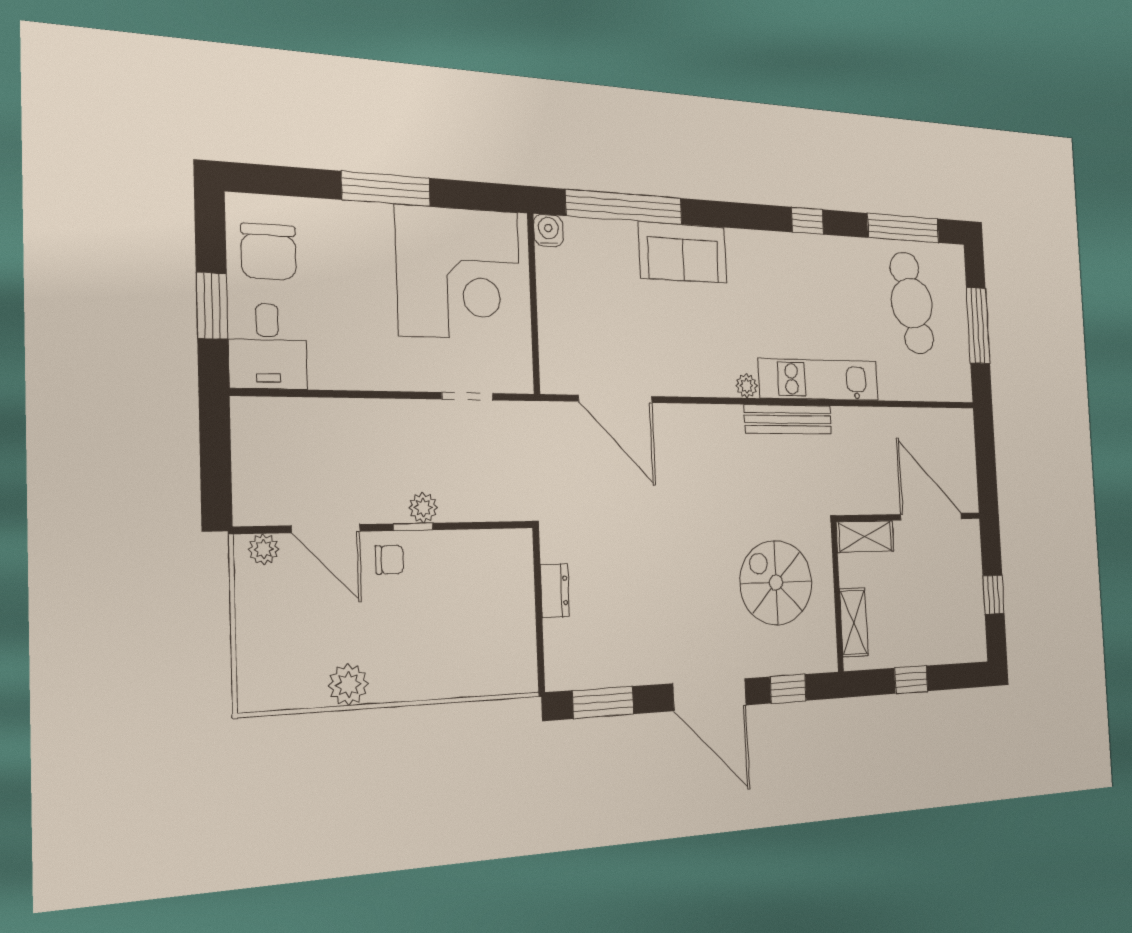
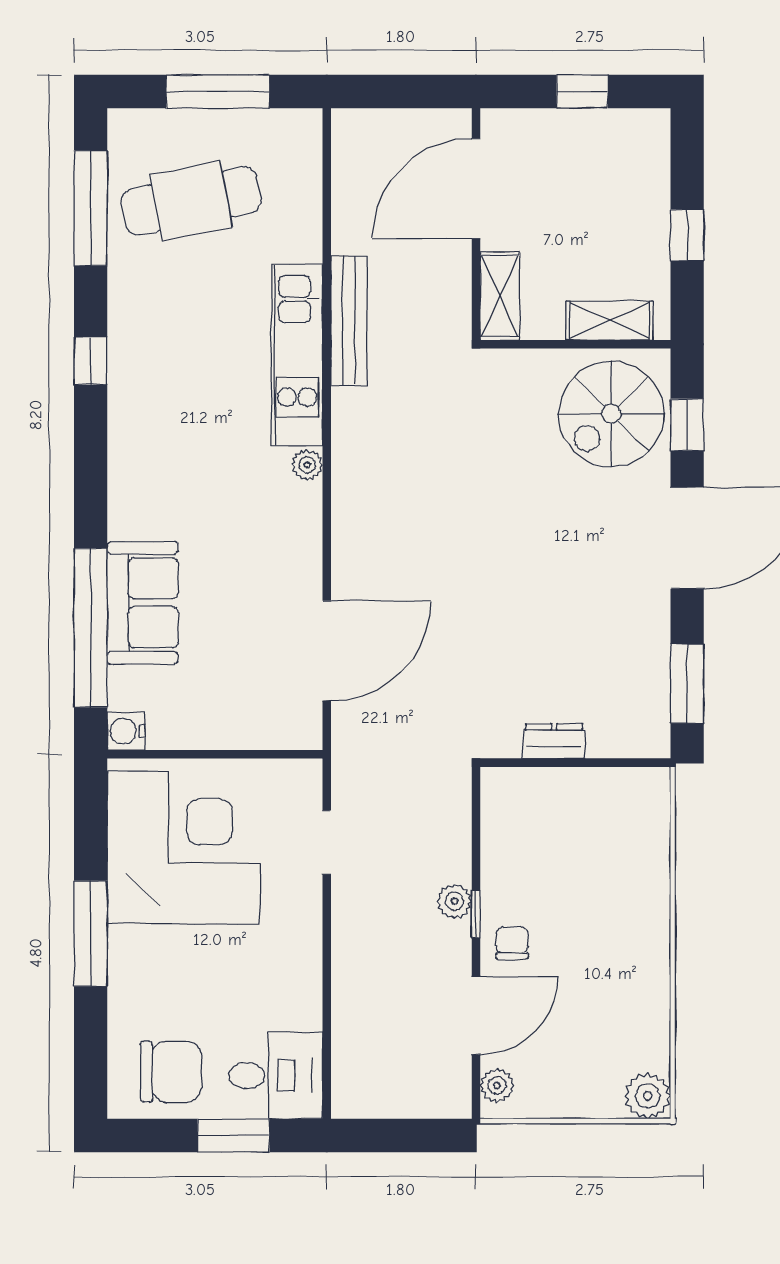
sofa: (683, 253) -> (143, 603), moved
bench: (788, 419) -> (349, 321), moved
spiral stairs: (776, 583) -> (611, 414), moved
plant: (348, 685) -> (648, 1096), moved

